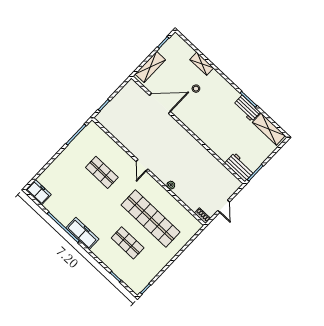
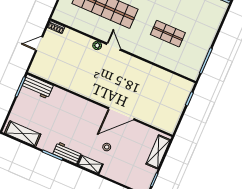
shelving: (202, 64) -> (90, 164), moved
door: (160, 103) -> (121, 114), moved
workbench: (247, 108) -> (67, 153), moved
door: (142, 165) -> (114, 47), moved
door: (224, 206) -> (39, 44), hinge flipped

